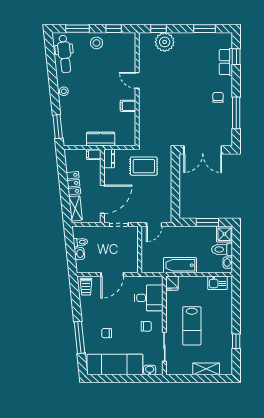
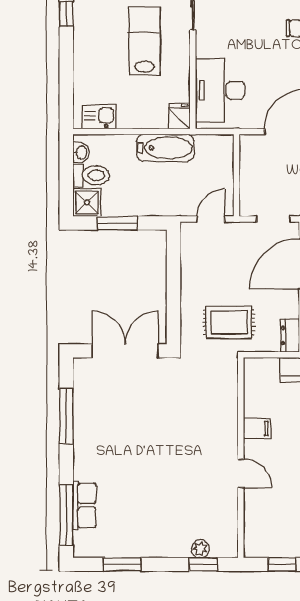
plant: (165, 42) -> (200, 549), width x0.53, depth x0.53
window: (236, 57) -> (66, 515), width x2.17
chair: (218, 97) -> (98, 443), removed
desk: (149, 298) -> (220, 90), width x1.37
chair: (146, 326) -> (225, 40), removed

